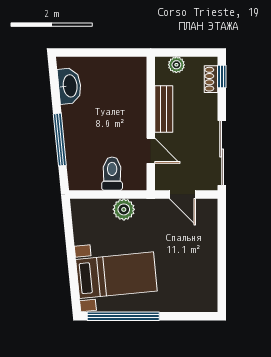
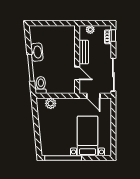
washbasin: (70, 86) -> (37, 52), moved
toilet: (112, 174) -> (41, 85), moved
plant: (124, 209) -> (51, 103), moved
bed with nightstands: (116, 275) -> (88, 136), moved, turned -84

